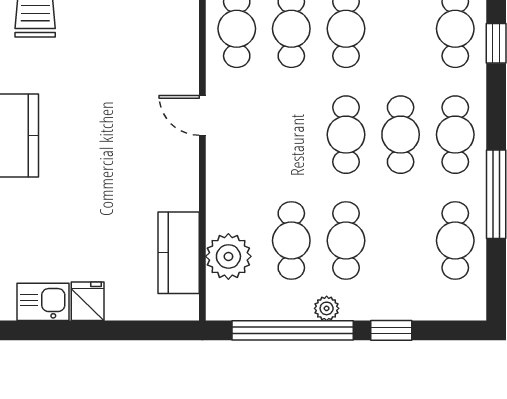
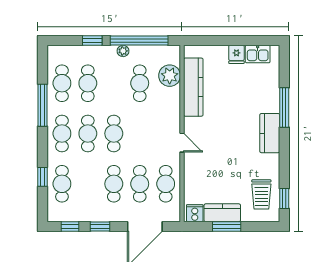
cafe table: (346, 241) -> (88, 83), moved
kitchen counter: (179, 253) -> (193, 87), width x1.50

